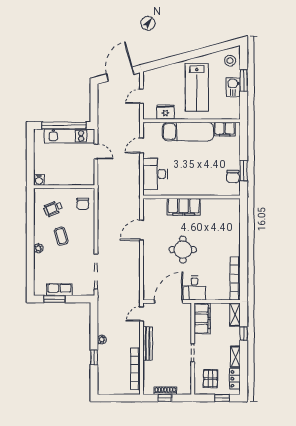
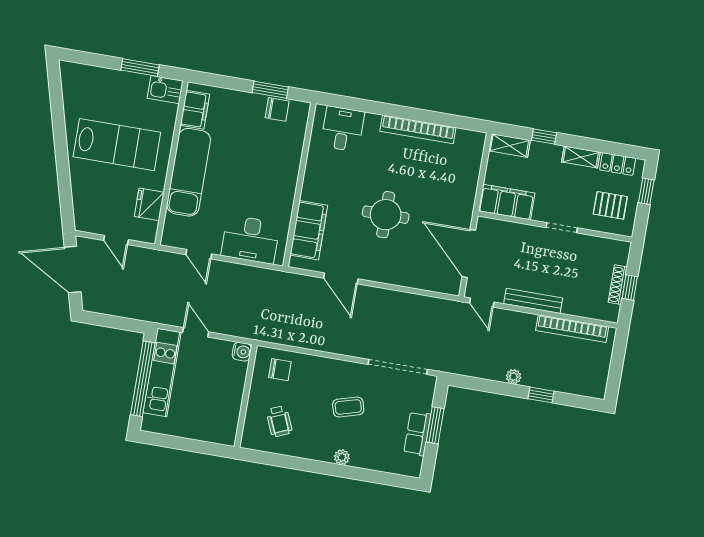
stool: (230, 61) -> (81, 81), removed
window: (244, 80) -> (140, 67), moved
kitchen sink: (233, 87) -> (165, 90), moved
door: (96, 151) -> (196, 332), hinge flipped
water cooler: (39, 180) -> (242, 352), moved
filing cabinet: (184, 207) -> (309, 230), moved
coffee table: (61, 236) -> (348, 407), moved
bookcase: (235, 278) -> (418, 129), moved
desk: (194, 288) -> (343, 129), moved, turned -90
window: (54, 299) -> (435, 425), moved

